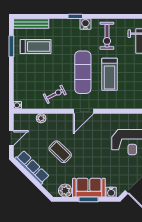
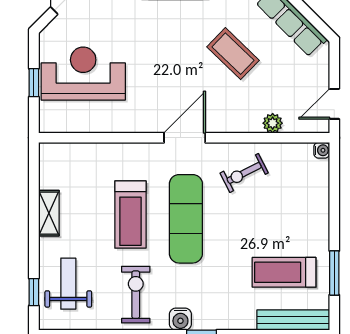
treadmill: (110, 74) -> (130, 215), turned 180
door: (11, 138) -> (334, 104), moved

